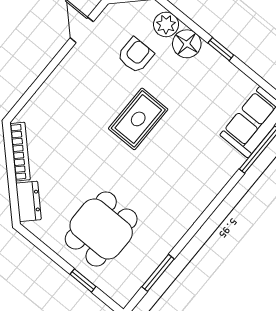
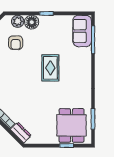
armchair: (135, 55) -> (16, 43), turned 180
rug: (138, 119) -> (50, 68), moved
dining table: (101, 229) -> (71, 125), moved

